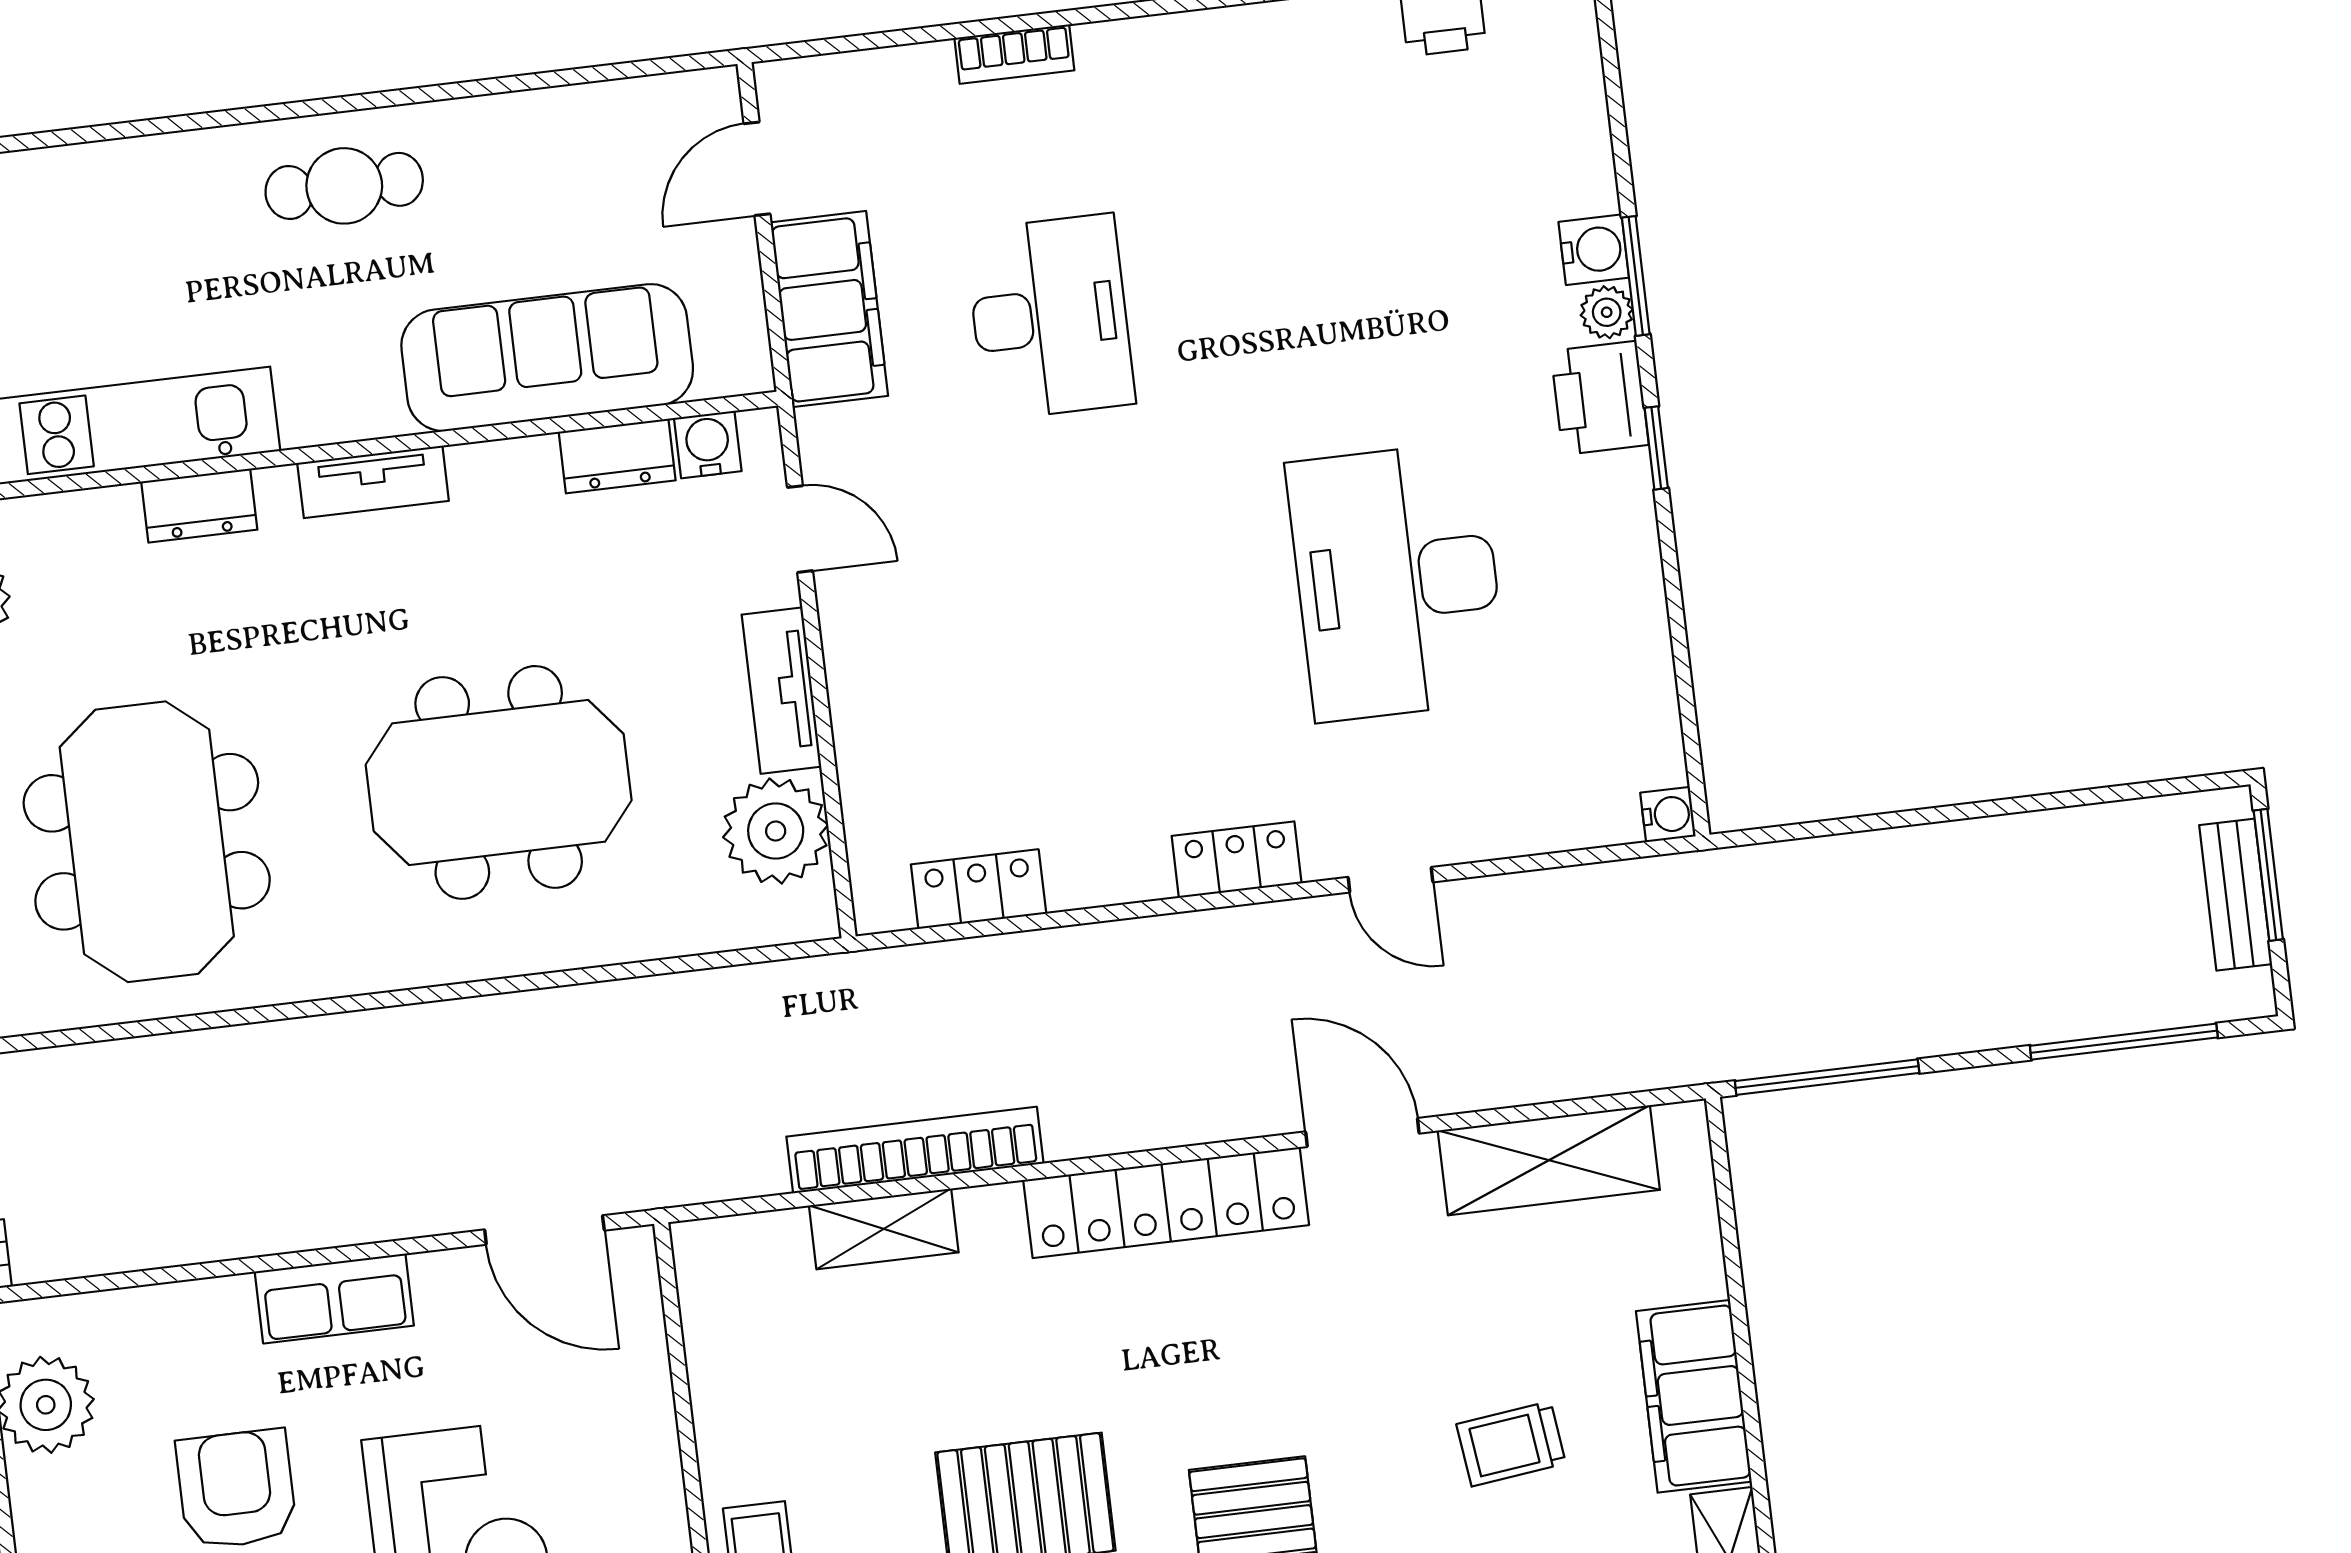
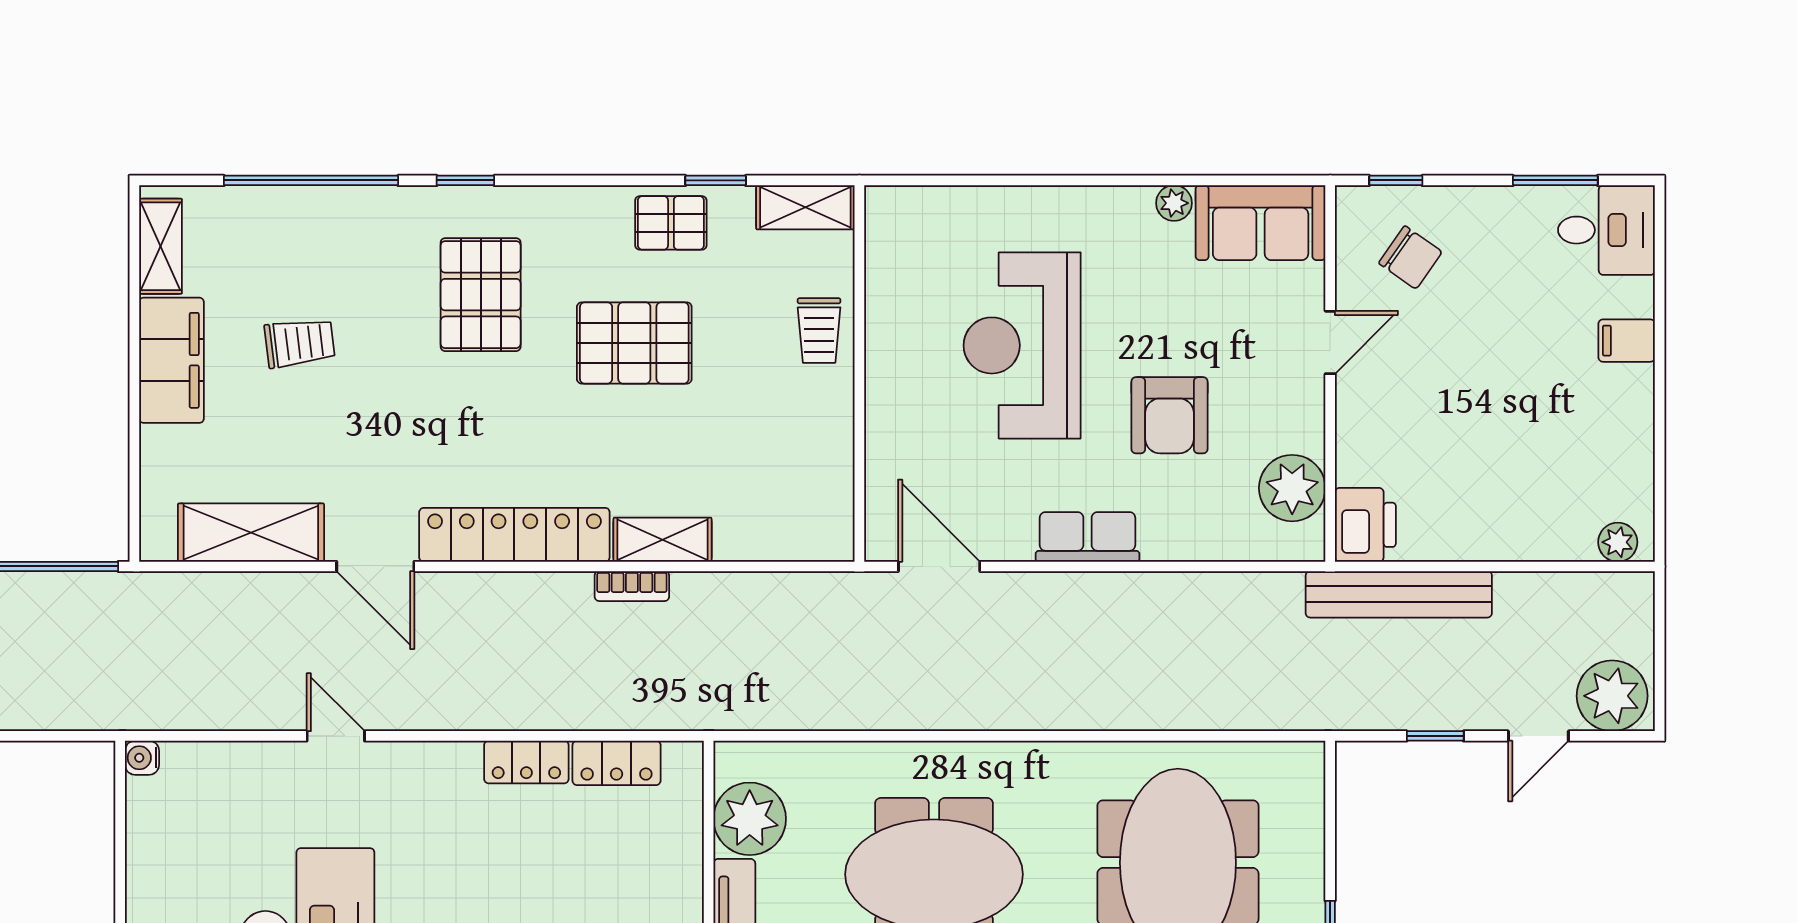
locker: (1237, 860) -> (526, 762), moved
bookcase: (915, 1150) -> (632, 586), width x0.43, depth x0.76
shelving: (884, 1229) -> (663, 540), moved

